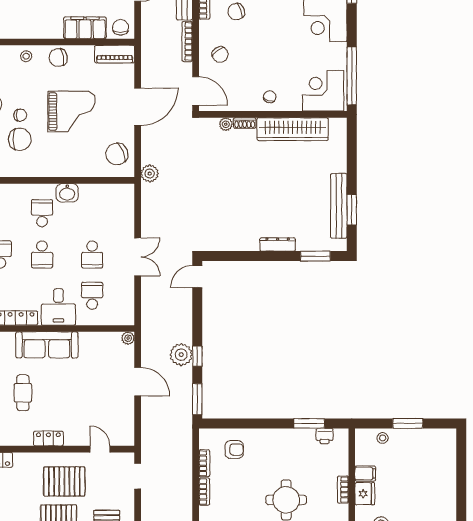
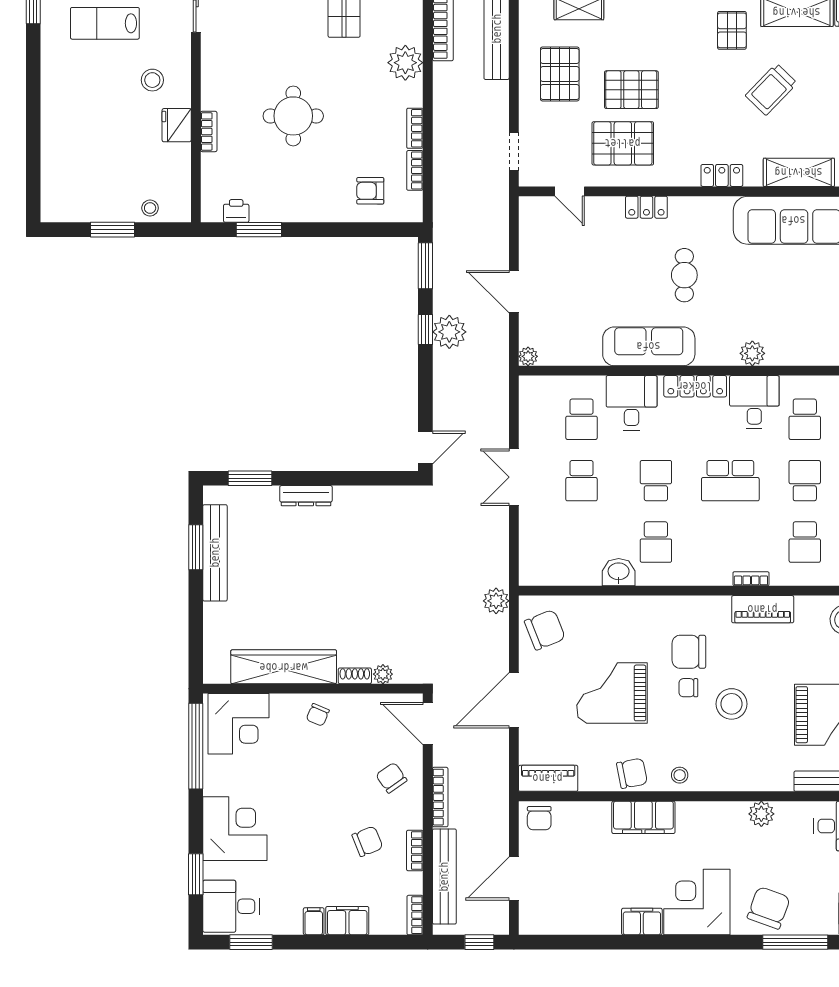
filing cabinet: (85, 28) -> (643, 817), moved
school desk: (92, 254) -> (582, 481), turned 180
filing cabinet: (365, 473) -> (176, 155), removed

